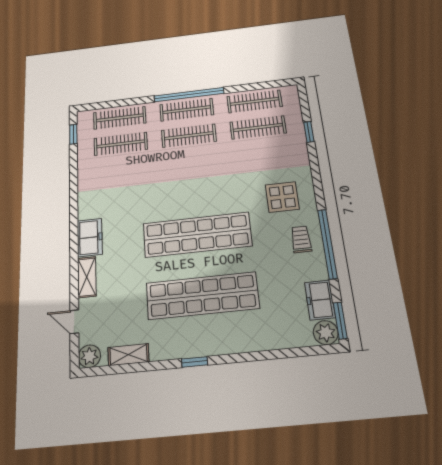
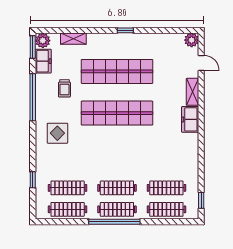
trolley: (301, 239) -> (64, 88), moved
shelving: (128, 355) -> (73, 39), moved

